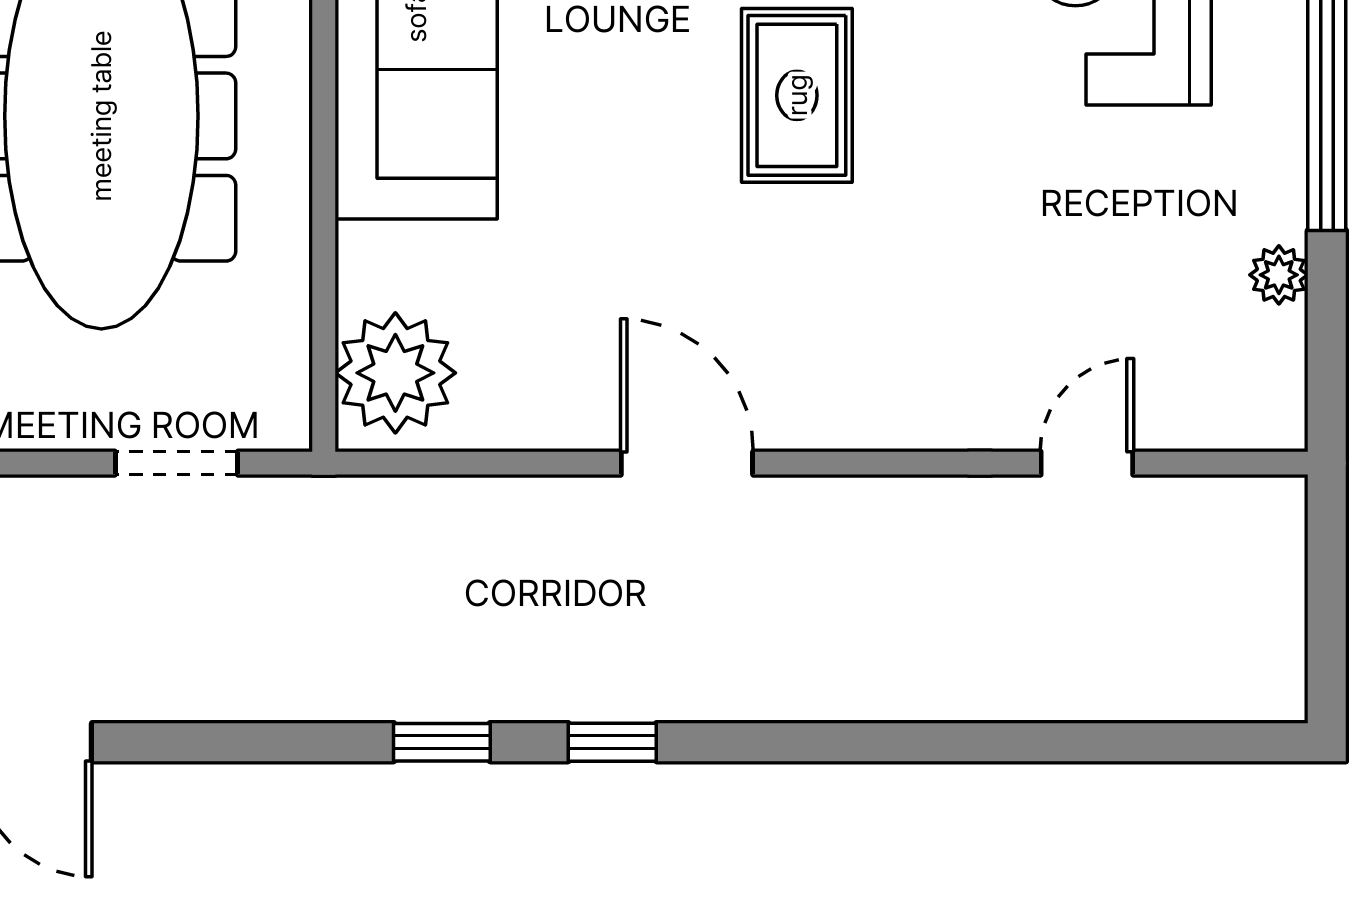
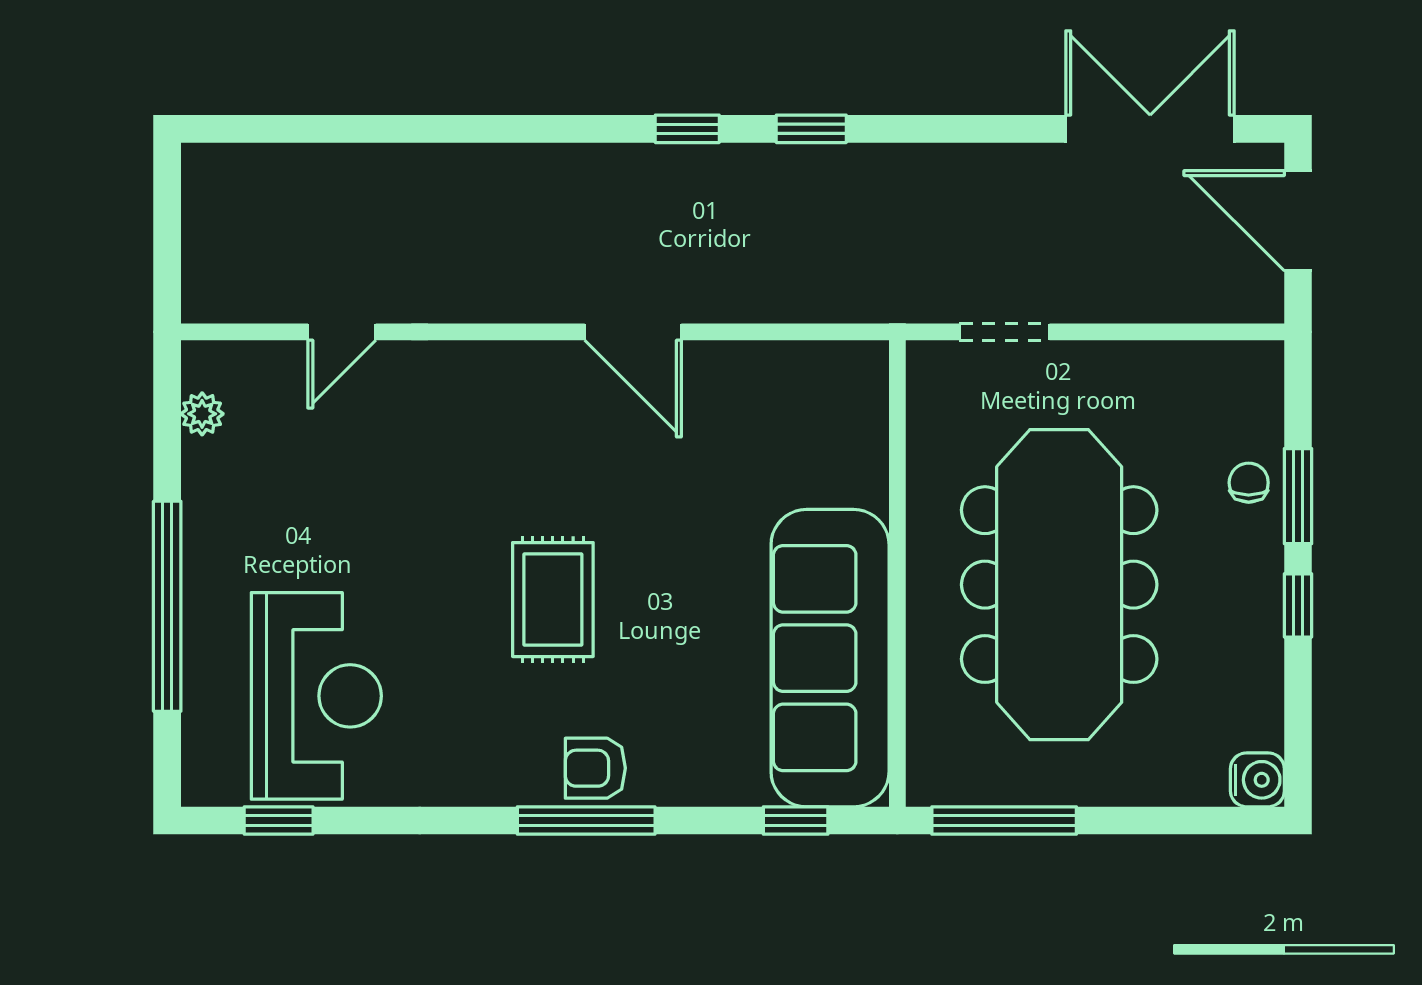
plant: (1279, 275) -> (202, 414), moved
plant: (395, 373) -> (845, 398), removed

